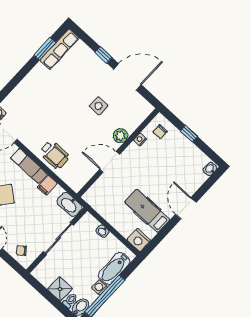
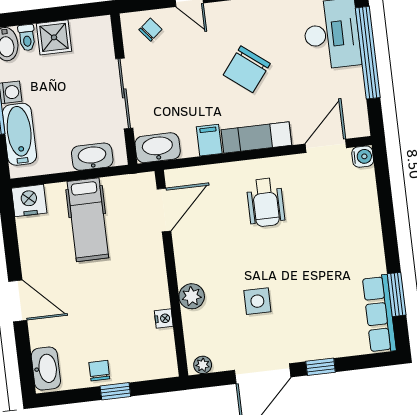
plant: (146, 106) -> (203, 365), added
chair: (160, 132) -> (99, 371), moved
wheelchair: (54, 154) -> (266, 202), moved, turned -90
door: (110, 162) -> (164, 210), moved
washbasin: (210, 169) -> (46, 369), width x1.91, depth x1.45
hospital bed: (147, 211) -> (88, 220), moved, turned 90
washbasin: (103, 231) -> (92, 157), width x1.91, depth x1.45

